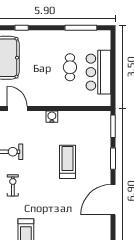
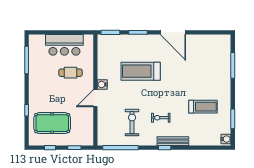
cafe table: (70, 67) -> (71, 73), moved
door: (17, 109) -> (95, 98), moved
treadmill: (68, 162) -> (141, 71), width x1.37, depth x1.38

